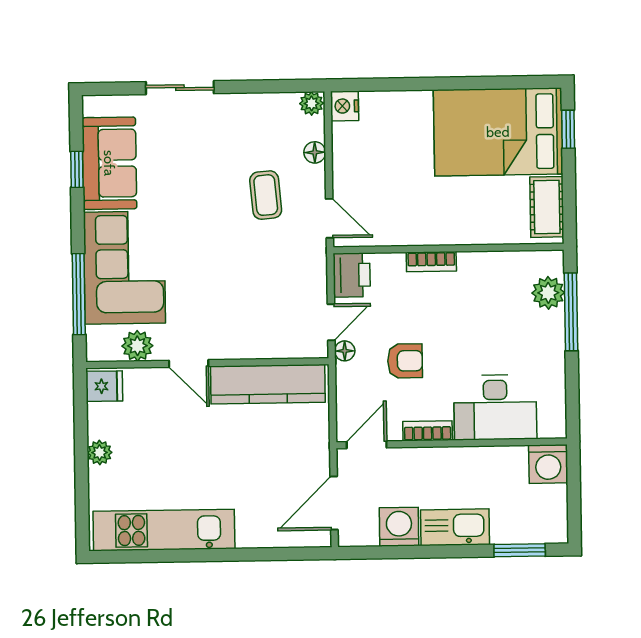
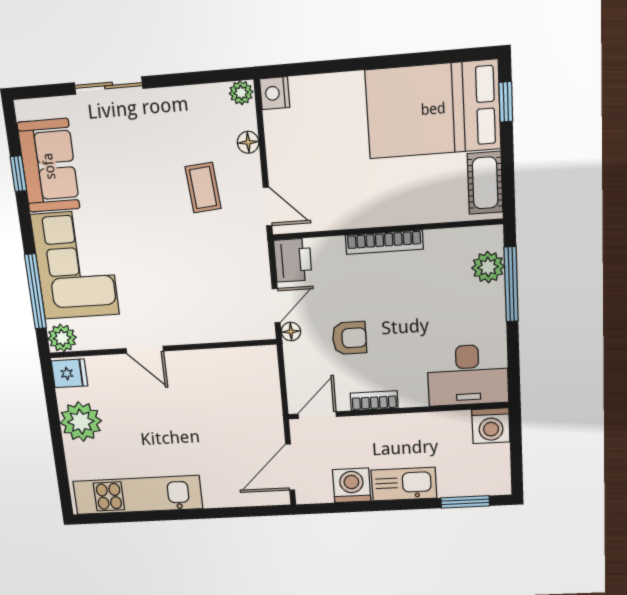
bookcase: (431, 262) -> (384, 242), width x1.56
plant: (137, 346) -> (62, 338), moved
kitchen counter: (268, 384) -> (221, 365), removed
desk: (495, 407) -> (468, 375), moved
plant: (100, 453) -> (81, 422), width x1.88, depth x1.88

